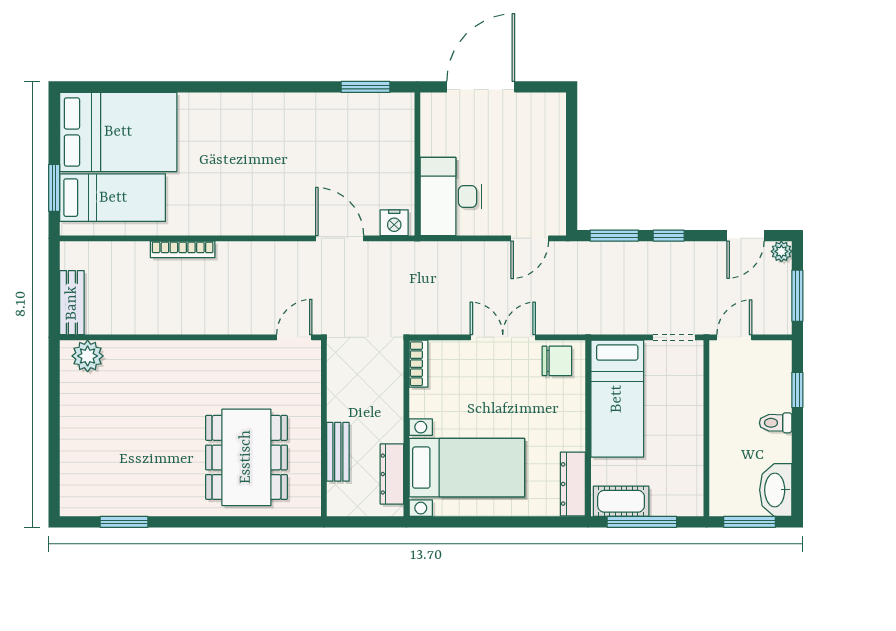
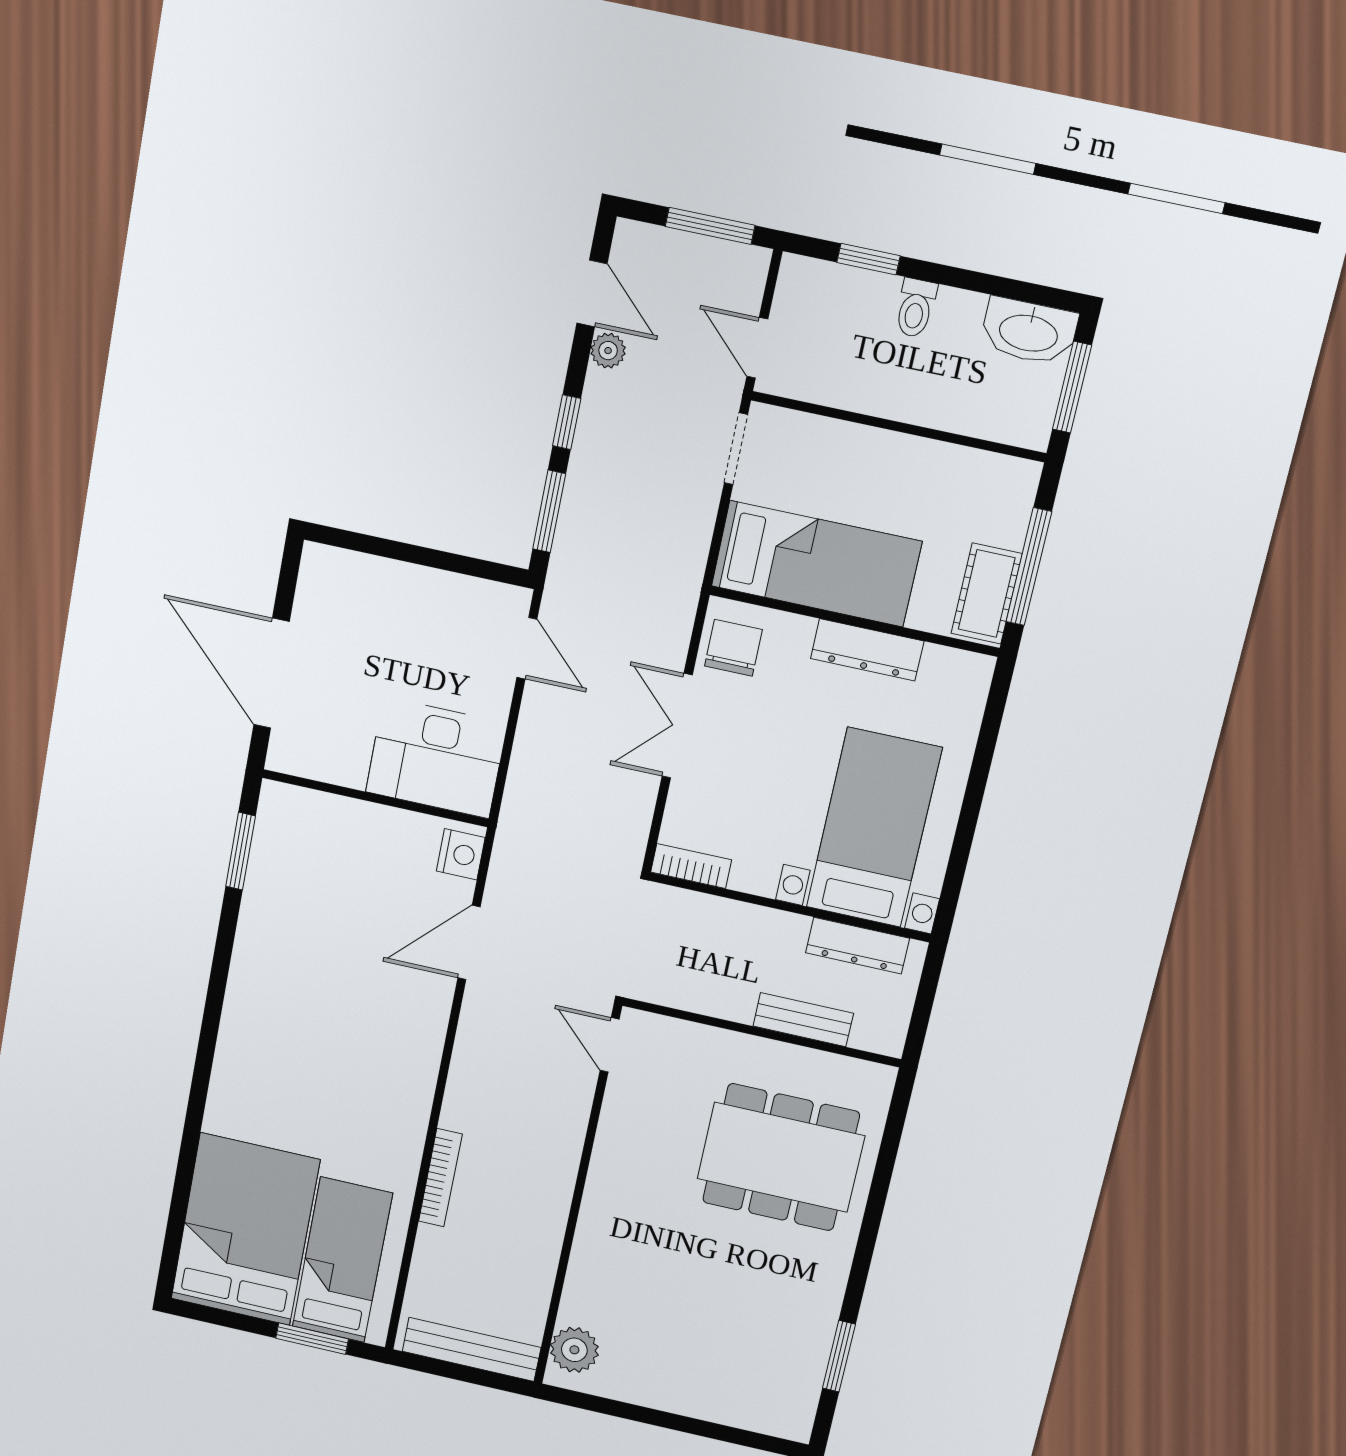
plant: (781, 251) -> (608, 351), moved
bench: (72, 303) -> (472, 1349), width x1.36
dresser: (573, 484) -> (867, 650), moved

